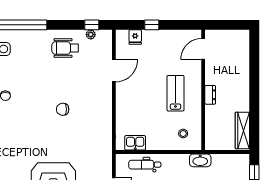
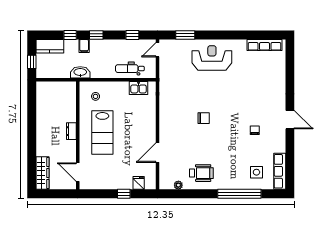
window: (92, 25) -> (177, 194), removed
door: (203, 49) -> (78, 172), swing flipped
lab bench: (175, 93) -> (102, 133), width x1.36, depth x1.39
wardrobe: (242, 130) -> (42, 173), moved
dental chair: (145, 165) -> (130, 69), turned 180

